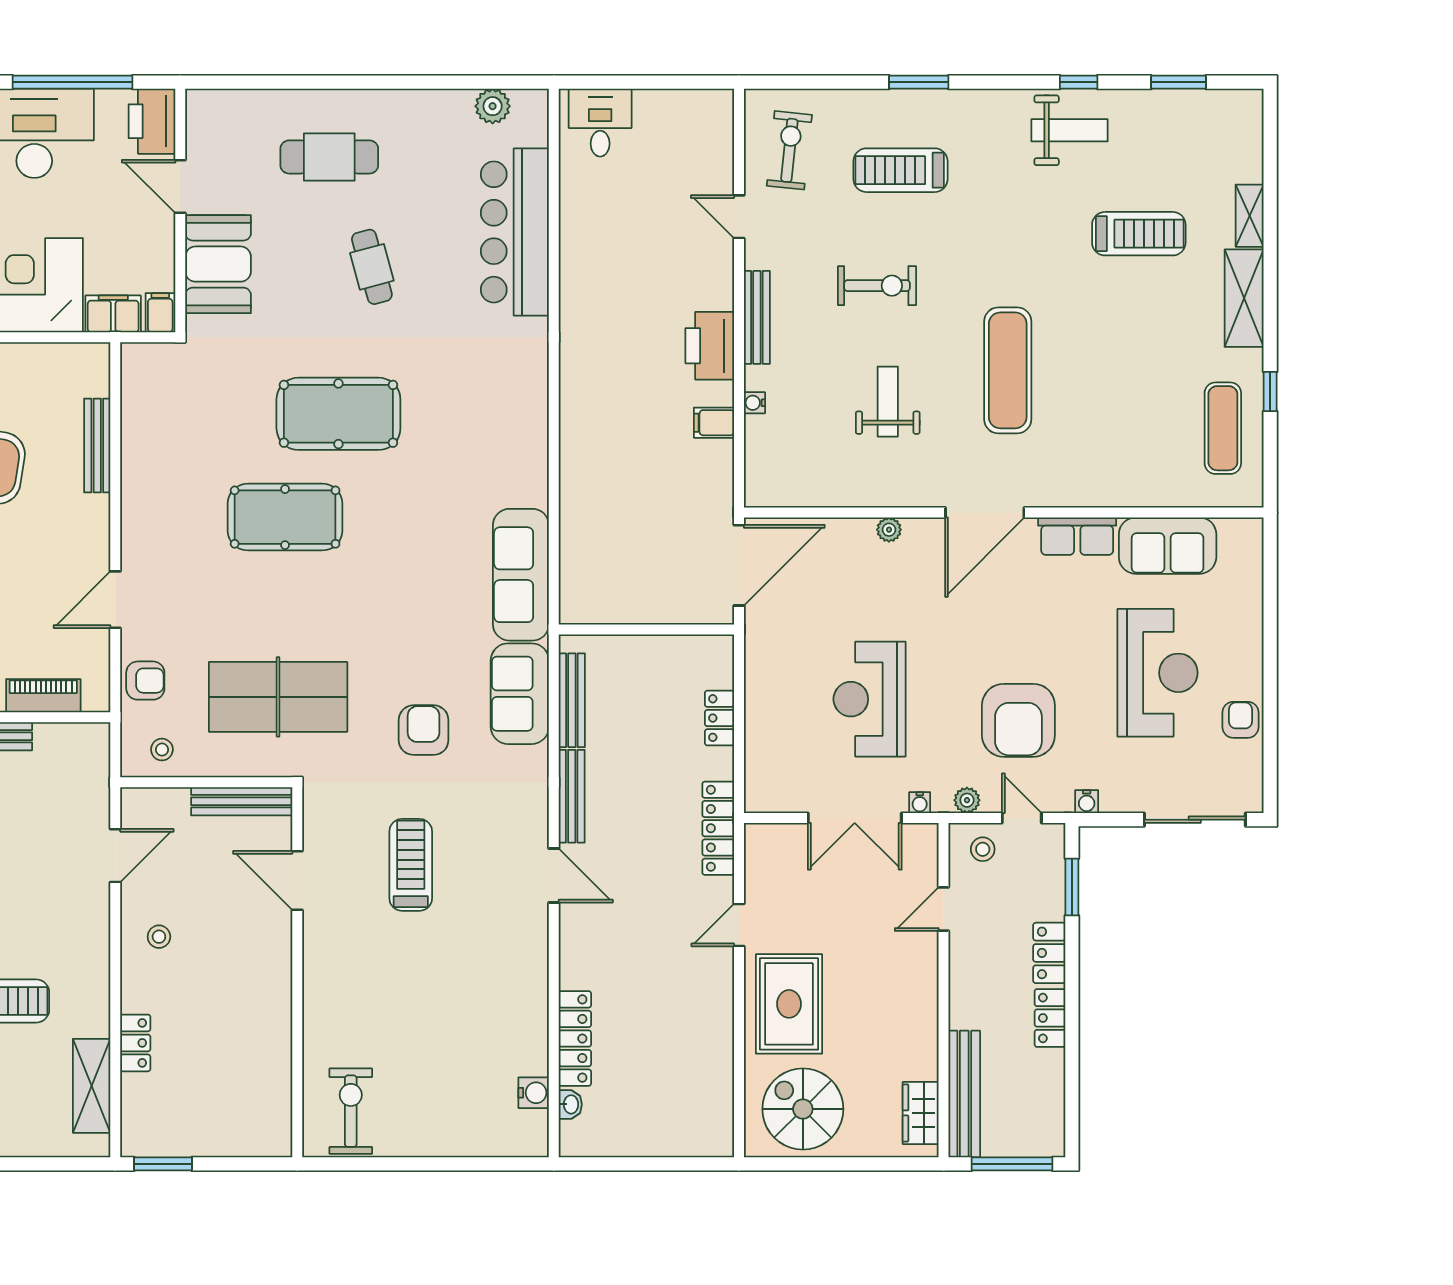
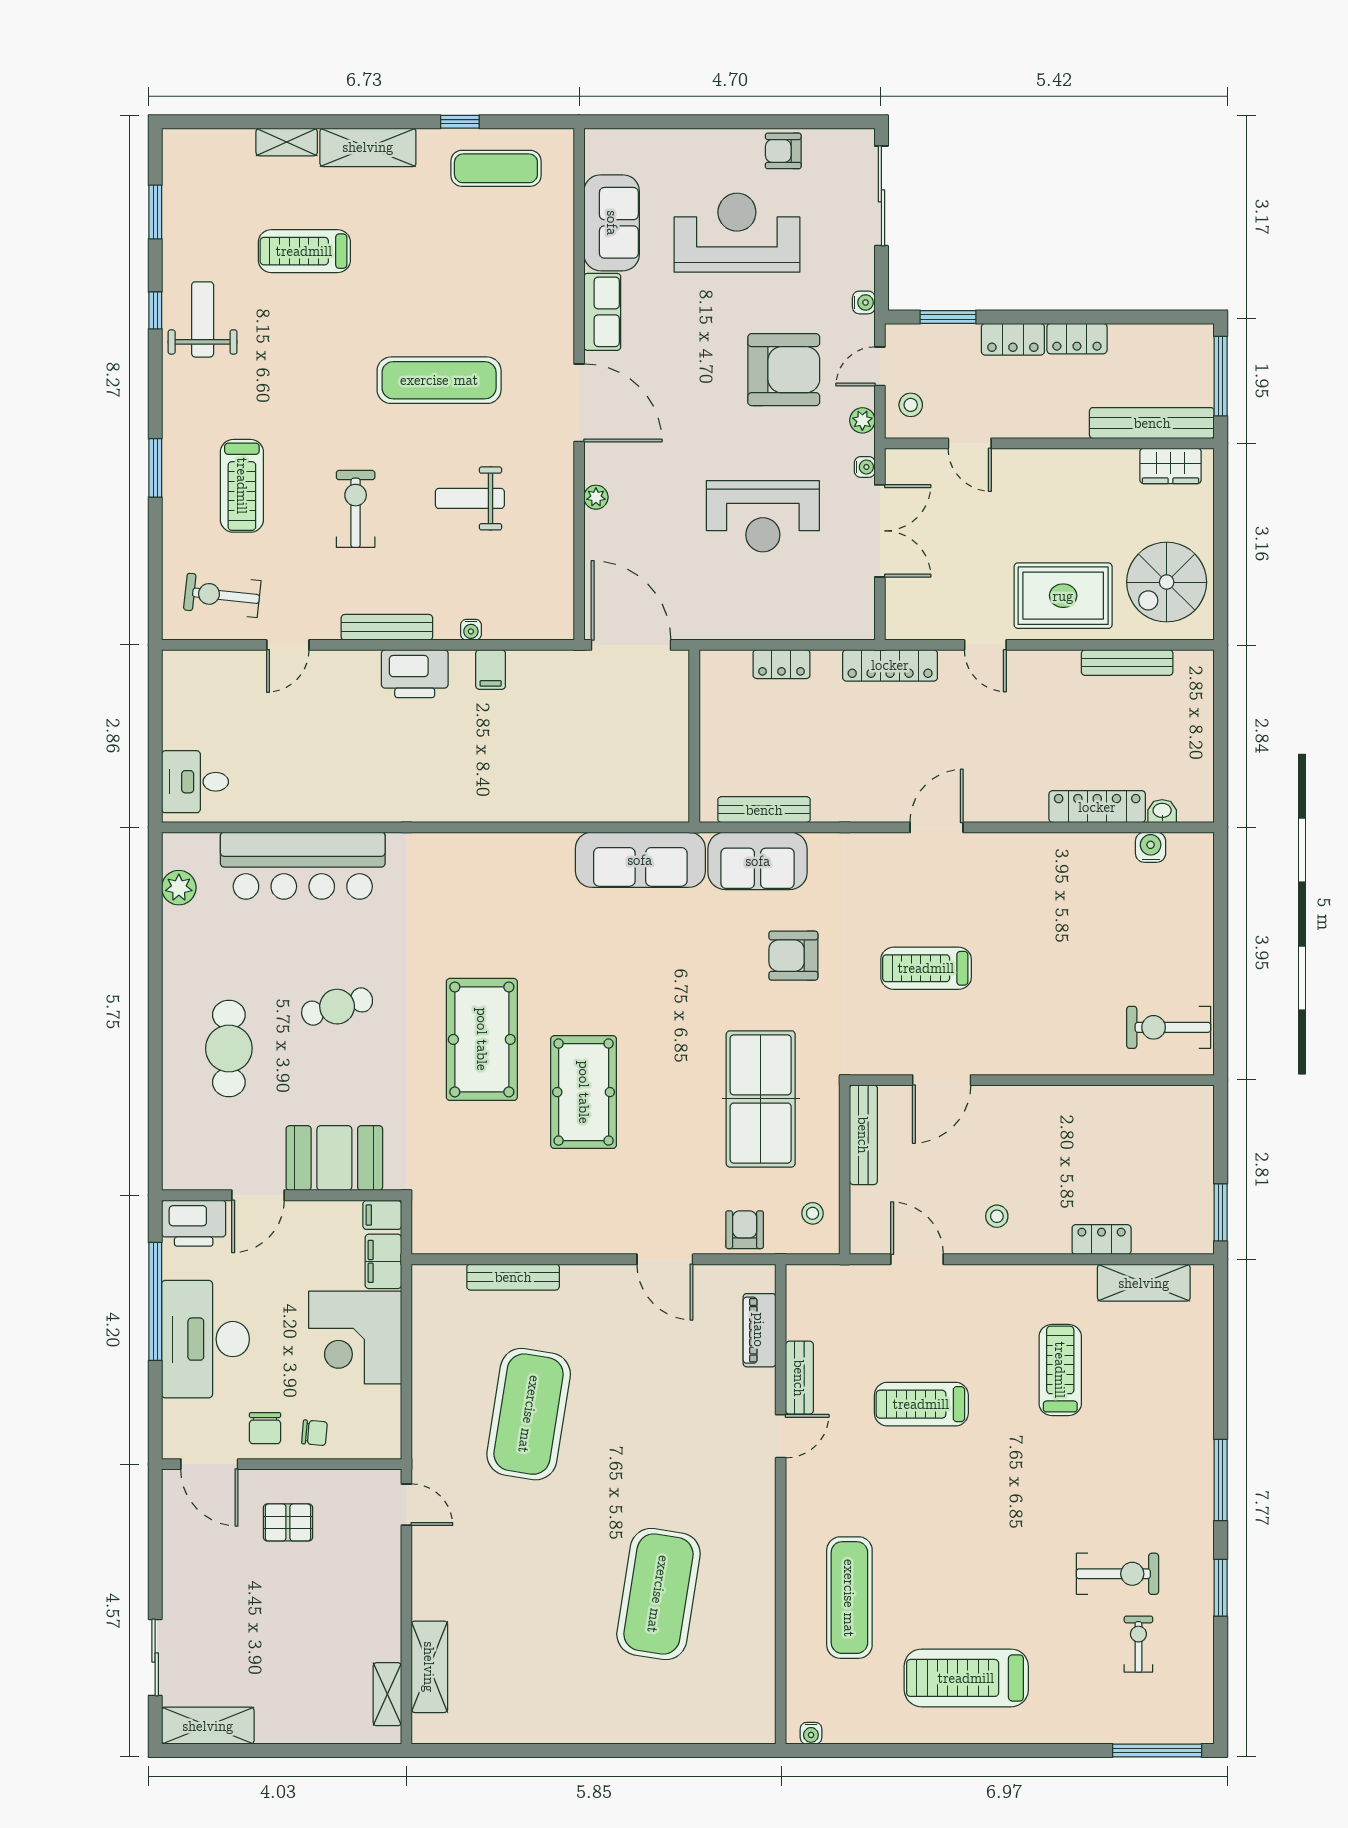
treadmill: (1139, 234) -> (304, 251), turned -90
bench: (572, 796) -> (1127, 663), moved

